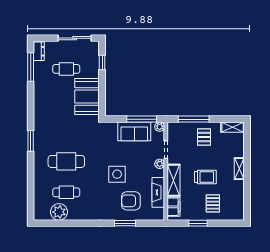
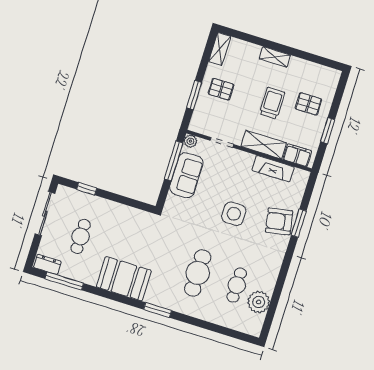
booth: (87, 96) -> (124, 279), moved
window: (194, 119) -> (194, 95), width x0.69
plant: (160, 164) -> (237, 156), removed
armchair: (131, 201) -> (279, 221), moved, turned 80

